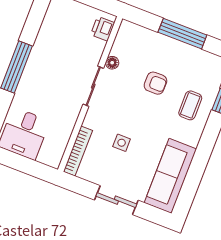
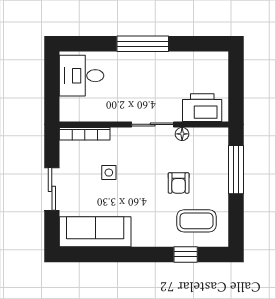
printer: (103, 29) -> (202, 108), width x1.87, depth x1.48
window: (182, 34) -> (236, 170), moved
coffee table: (190, 105) -> (196, 221), moved, width x1.36, depth x1.30

